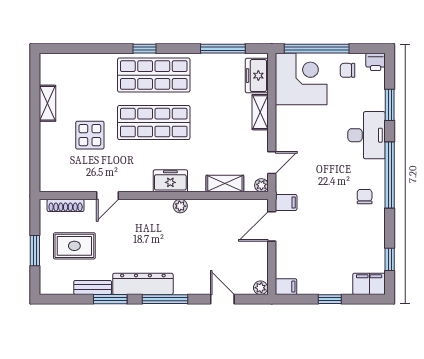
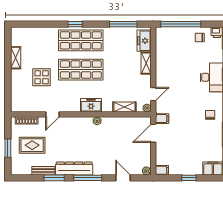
corner desk: (301, 79) -> (171, 43), removed

